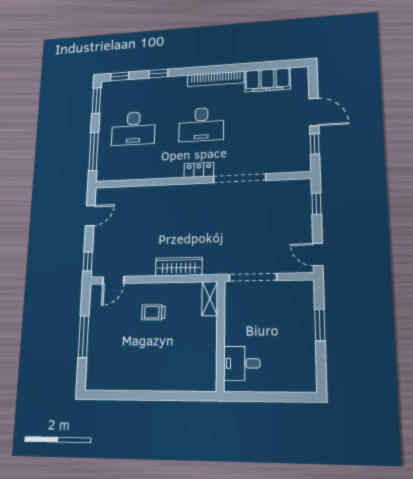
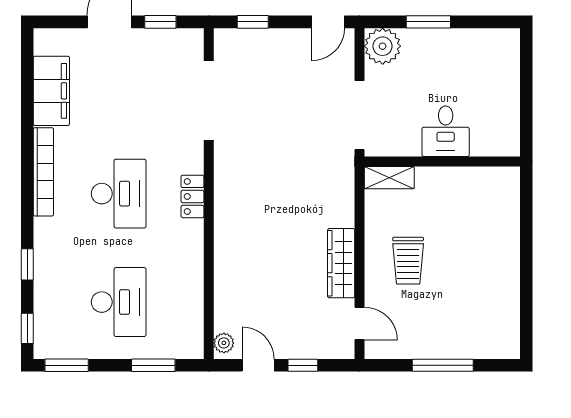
window: (94, 151) -> (153, 365), width x0.69
doorway: (240, 178) -> (209, 100), moved
plant: (105, 194) -> (224, 343), added
window: (88, 261) -> (303, 365), moved
wardrobe: (179, 267) -> (341, 263), moved
plant: (302, 293) -> (383, 46), added
trolley: (153, 312) -> (408, 261), width x1.36, depth x1.39
desk: (242, 363) -> (446, 131), moved

